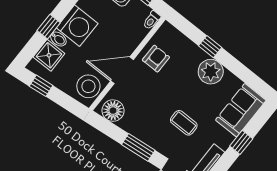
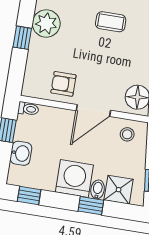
door: (122, 70) -> (93, 110), hinge flipped
stool: (88, 86) -> (127, 134), width x0.53, depth x0.53
coffee table: (184, 123) -> (111, 22), turned 90

